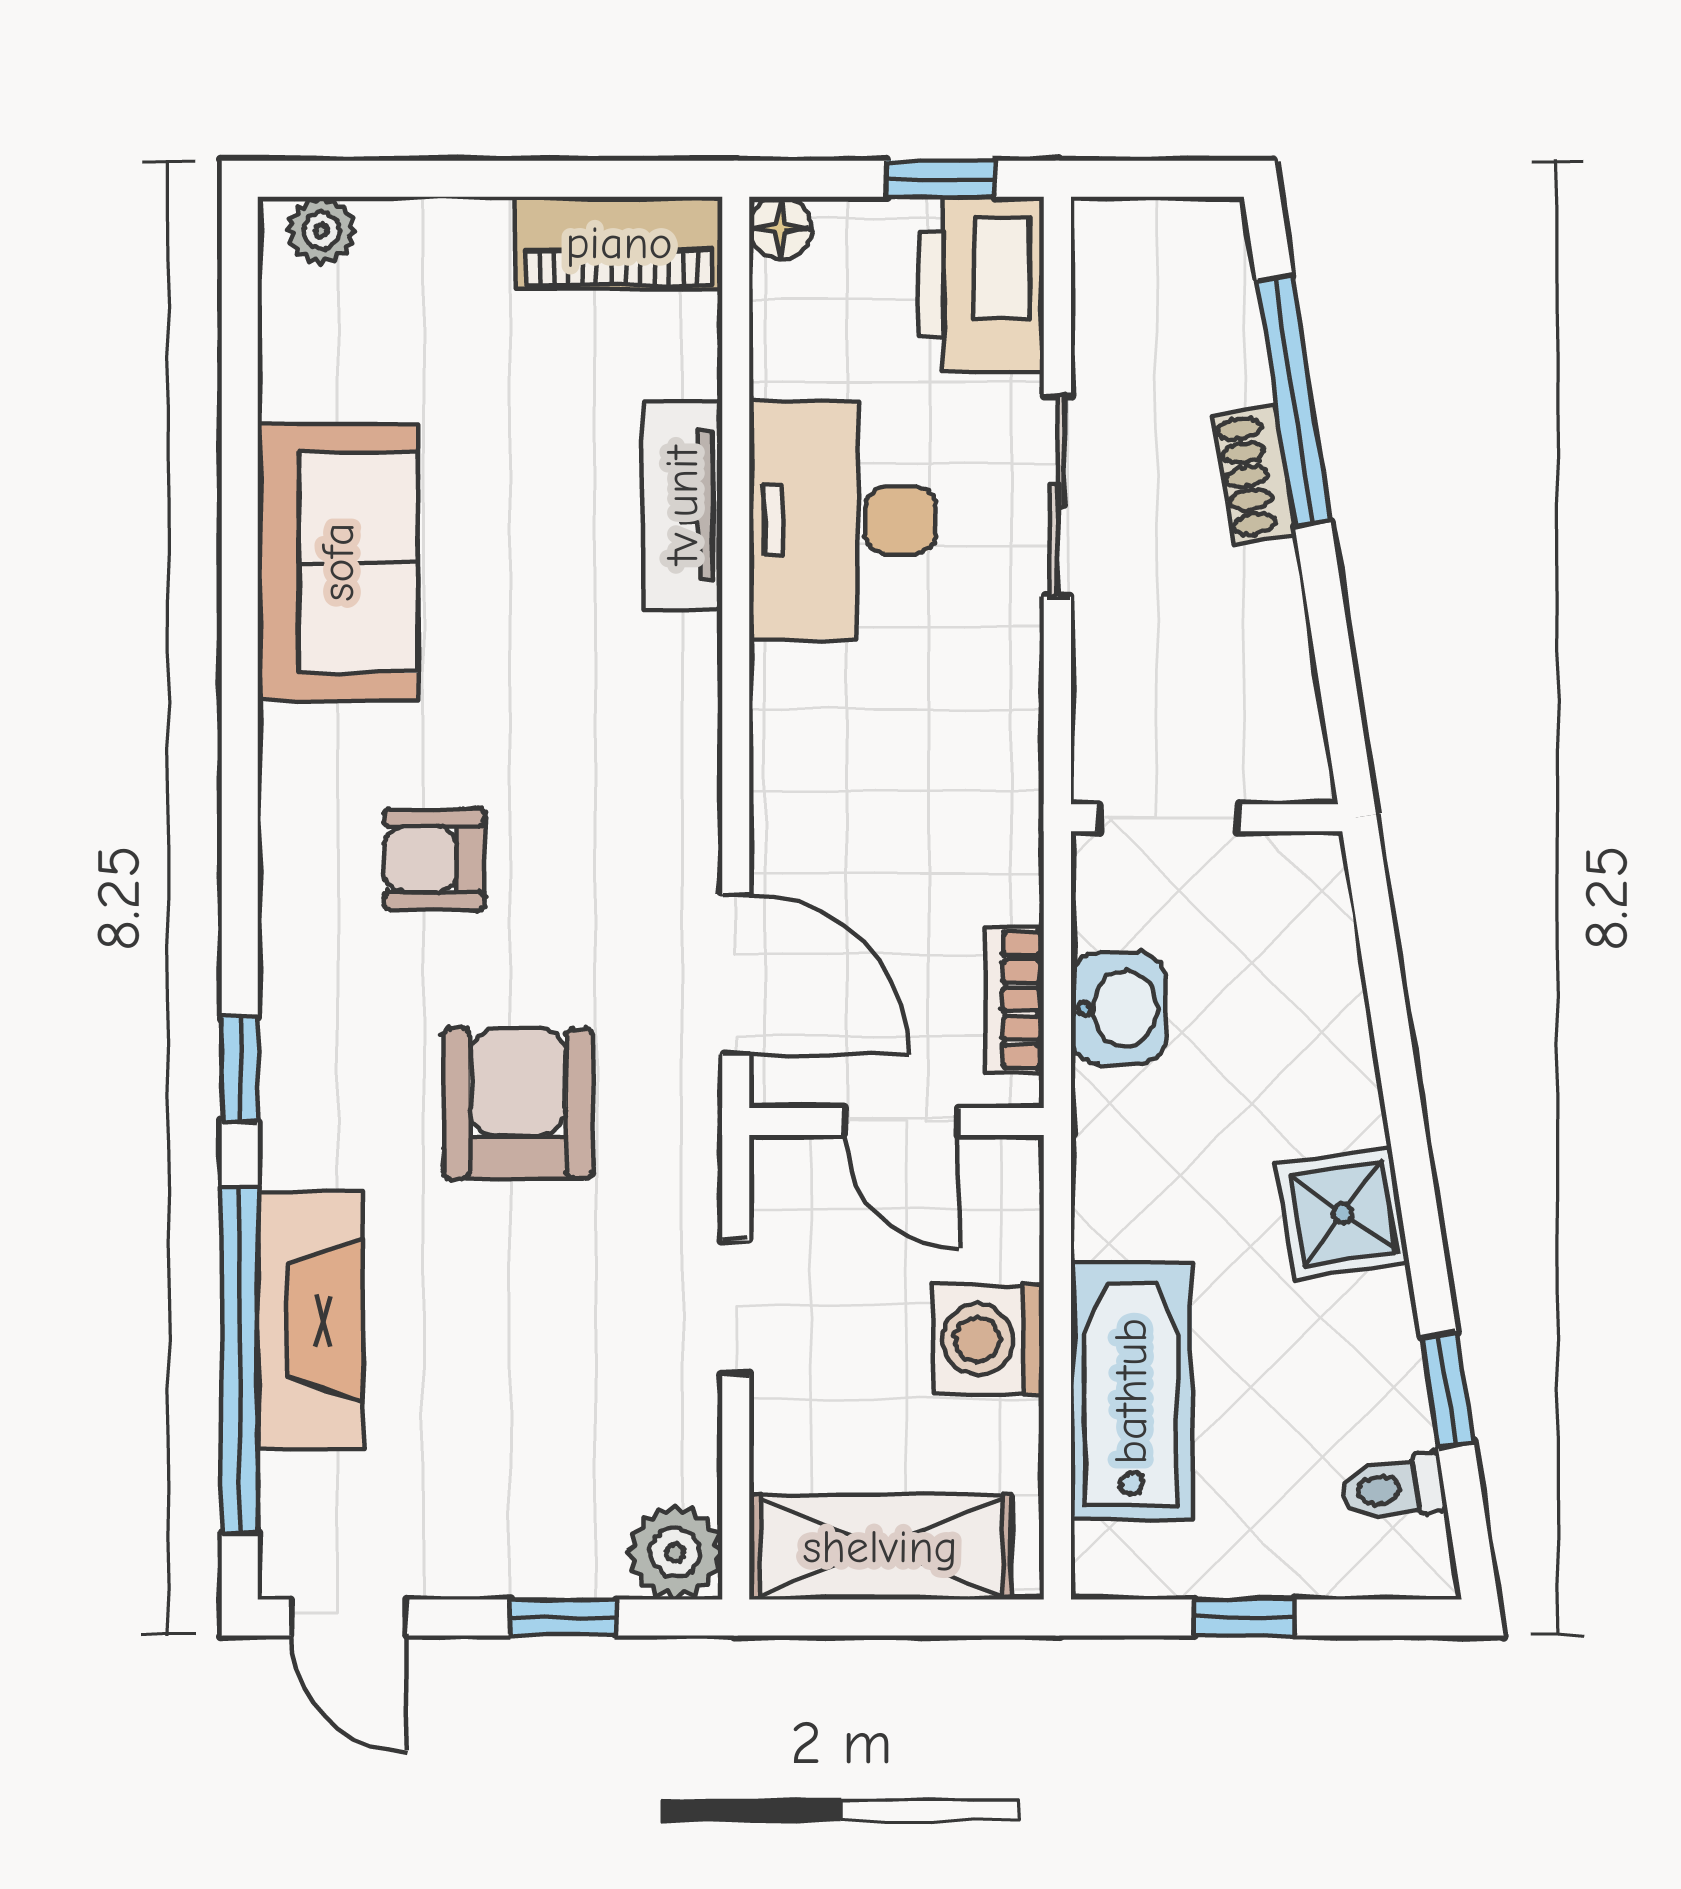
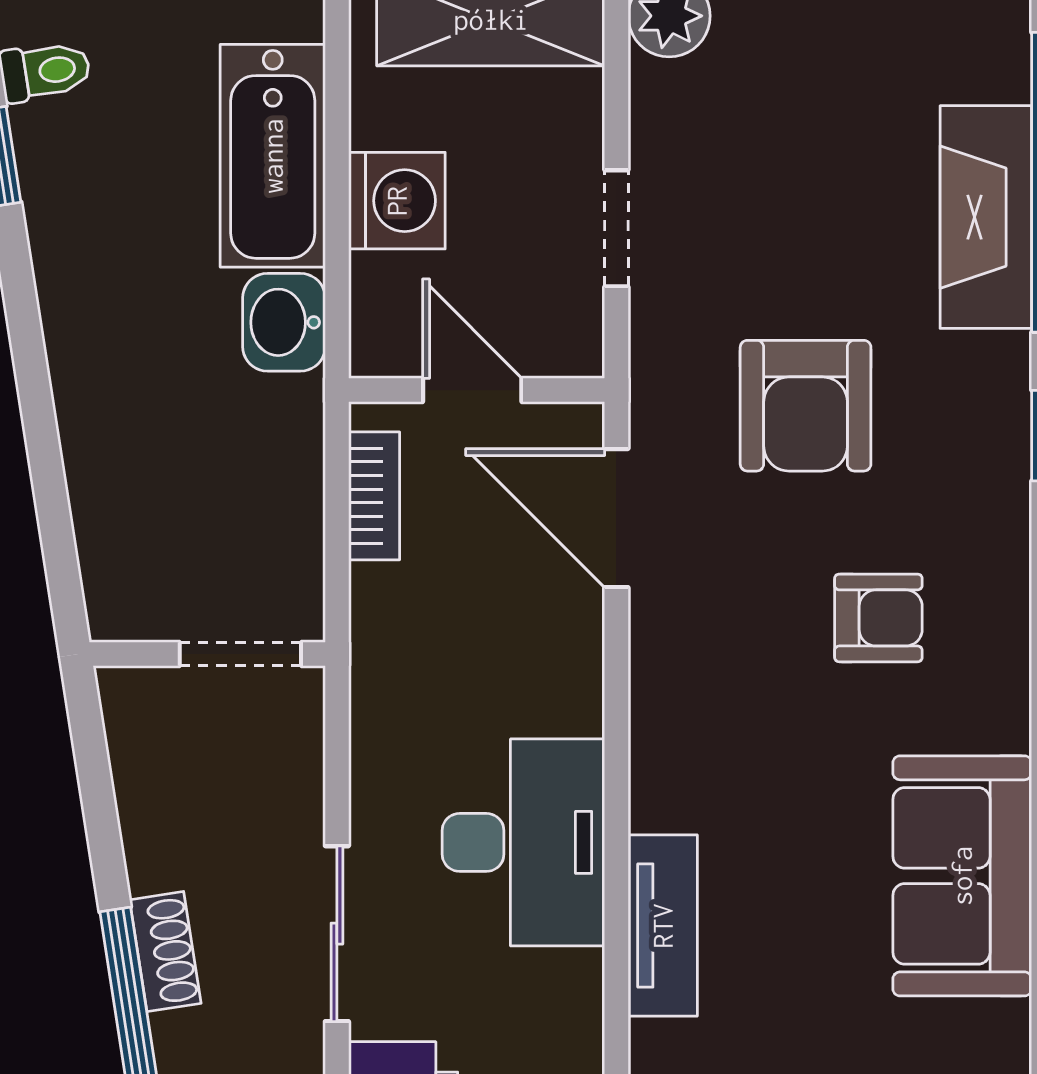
desk: (843, 520) -> (523, 842), moved
washbasin: (1118, 1008) -> (284, 322), moved
shower: (1343, 1214) -> (89, 310), removed

